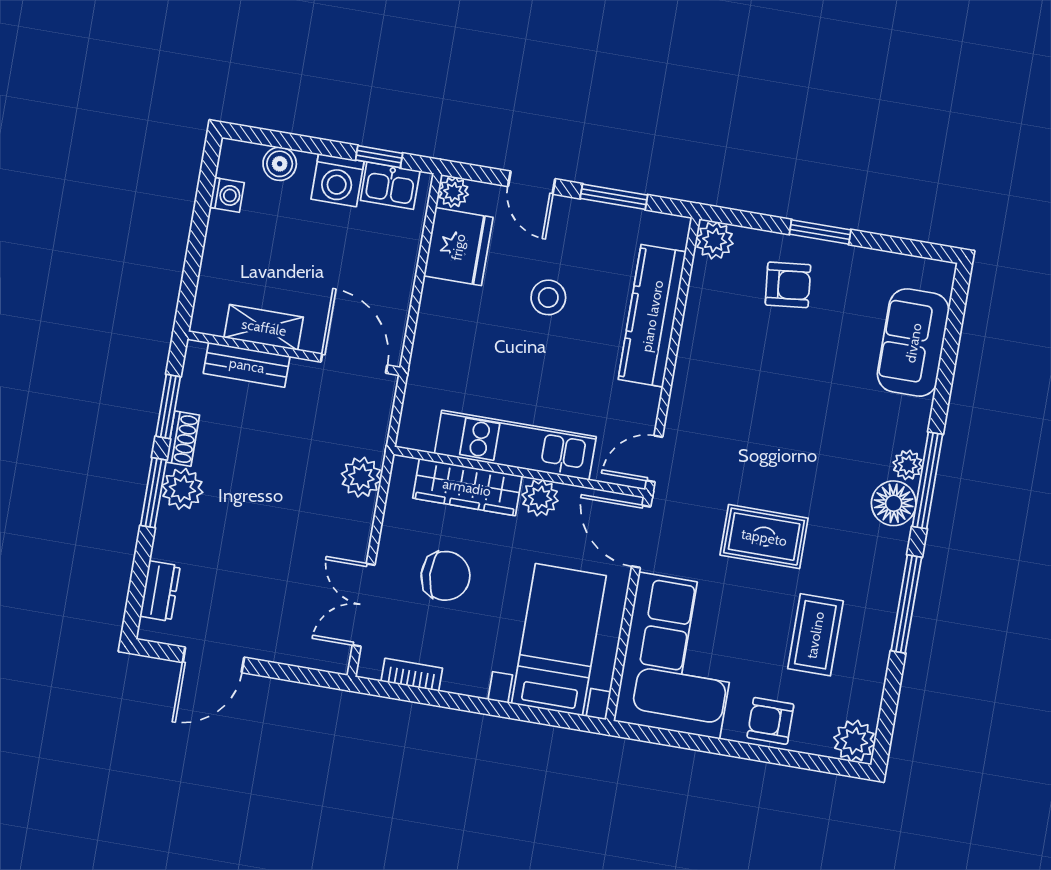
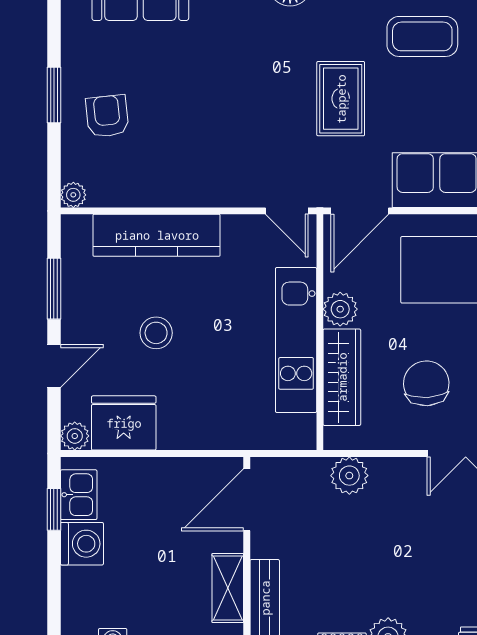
boiler: (280, 164) -> (76, 599), removed
plant: (715, 240) -> (73, 195), width x0.73, depth x0.73

